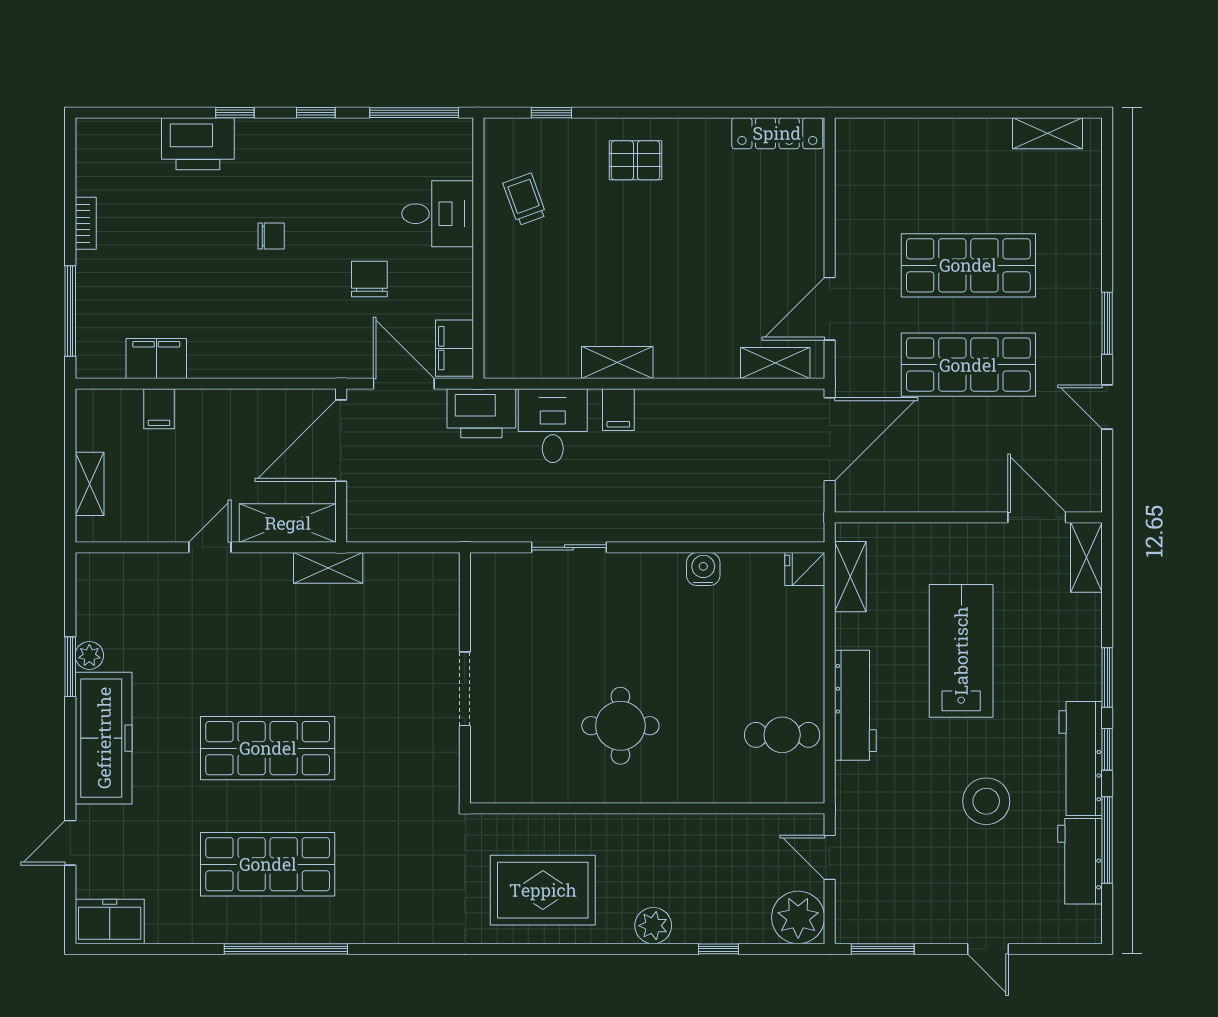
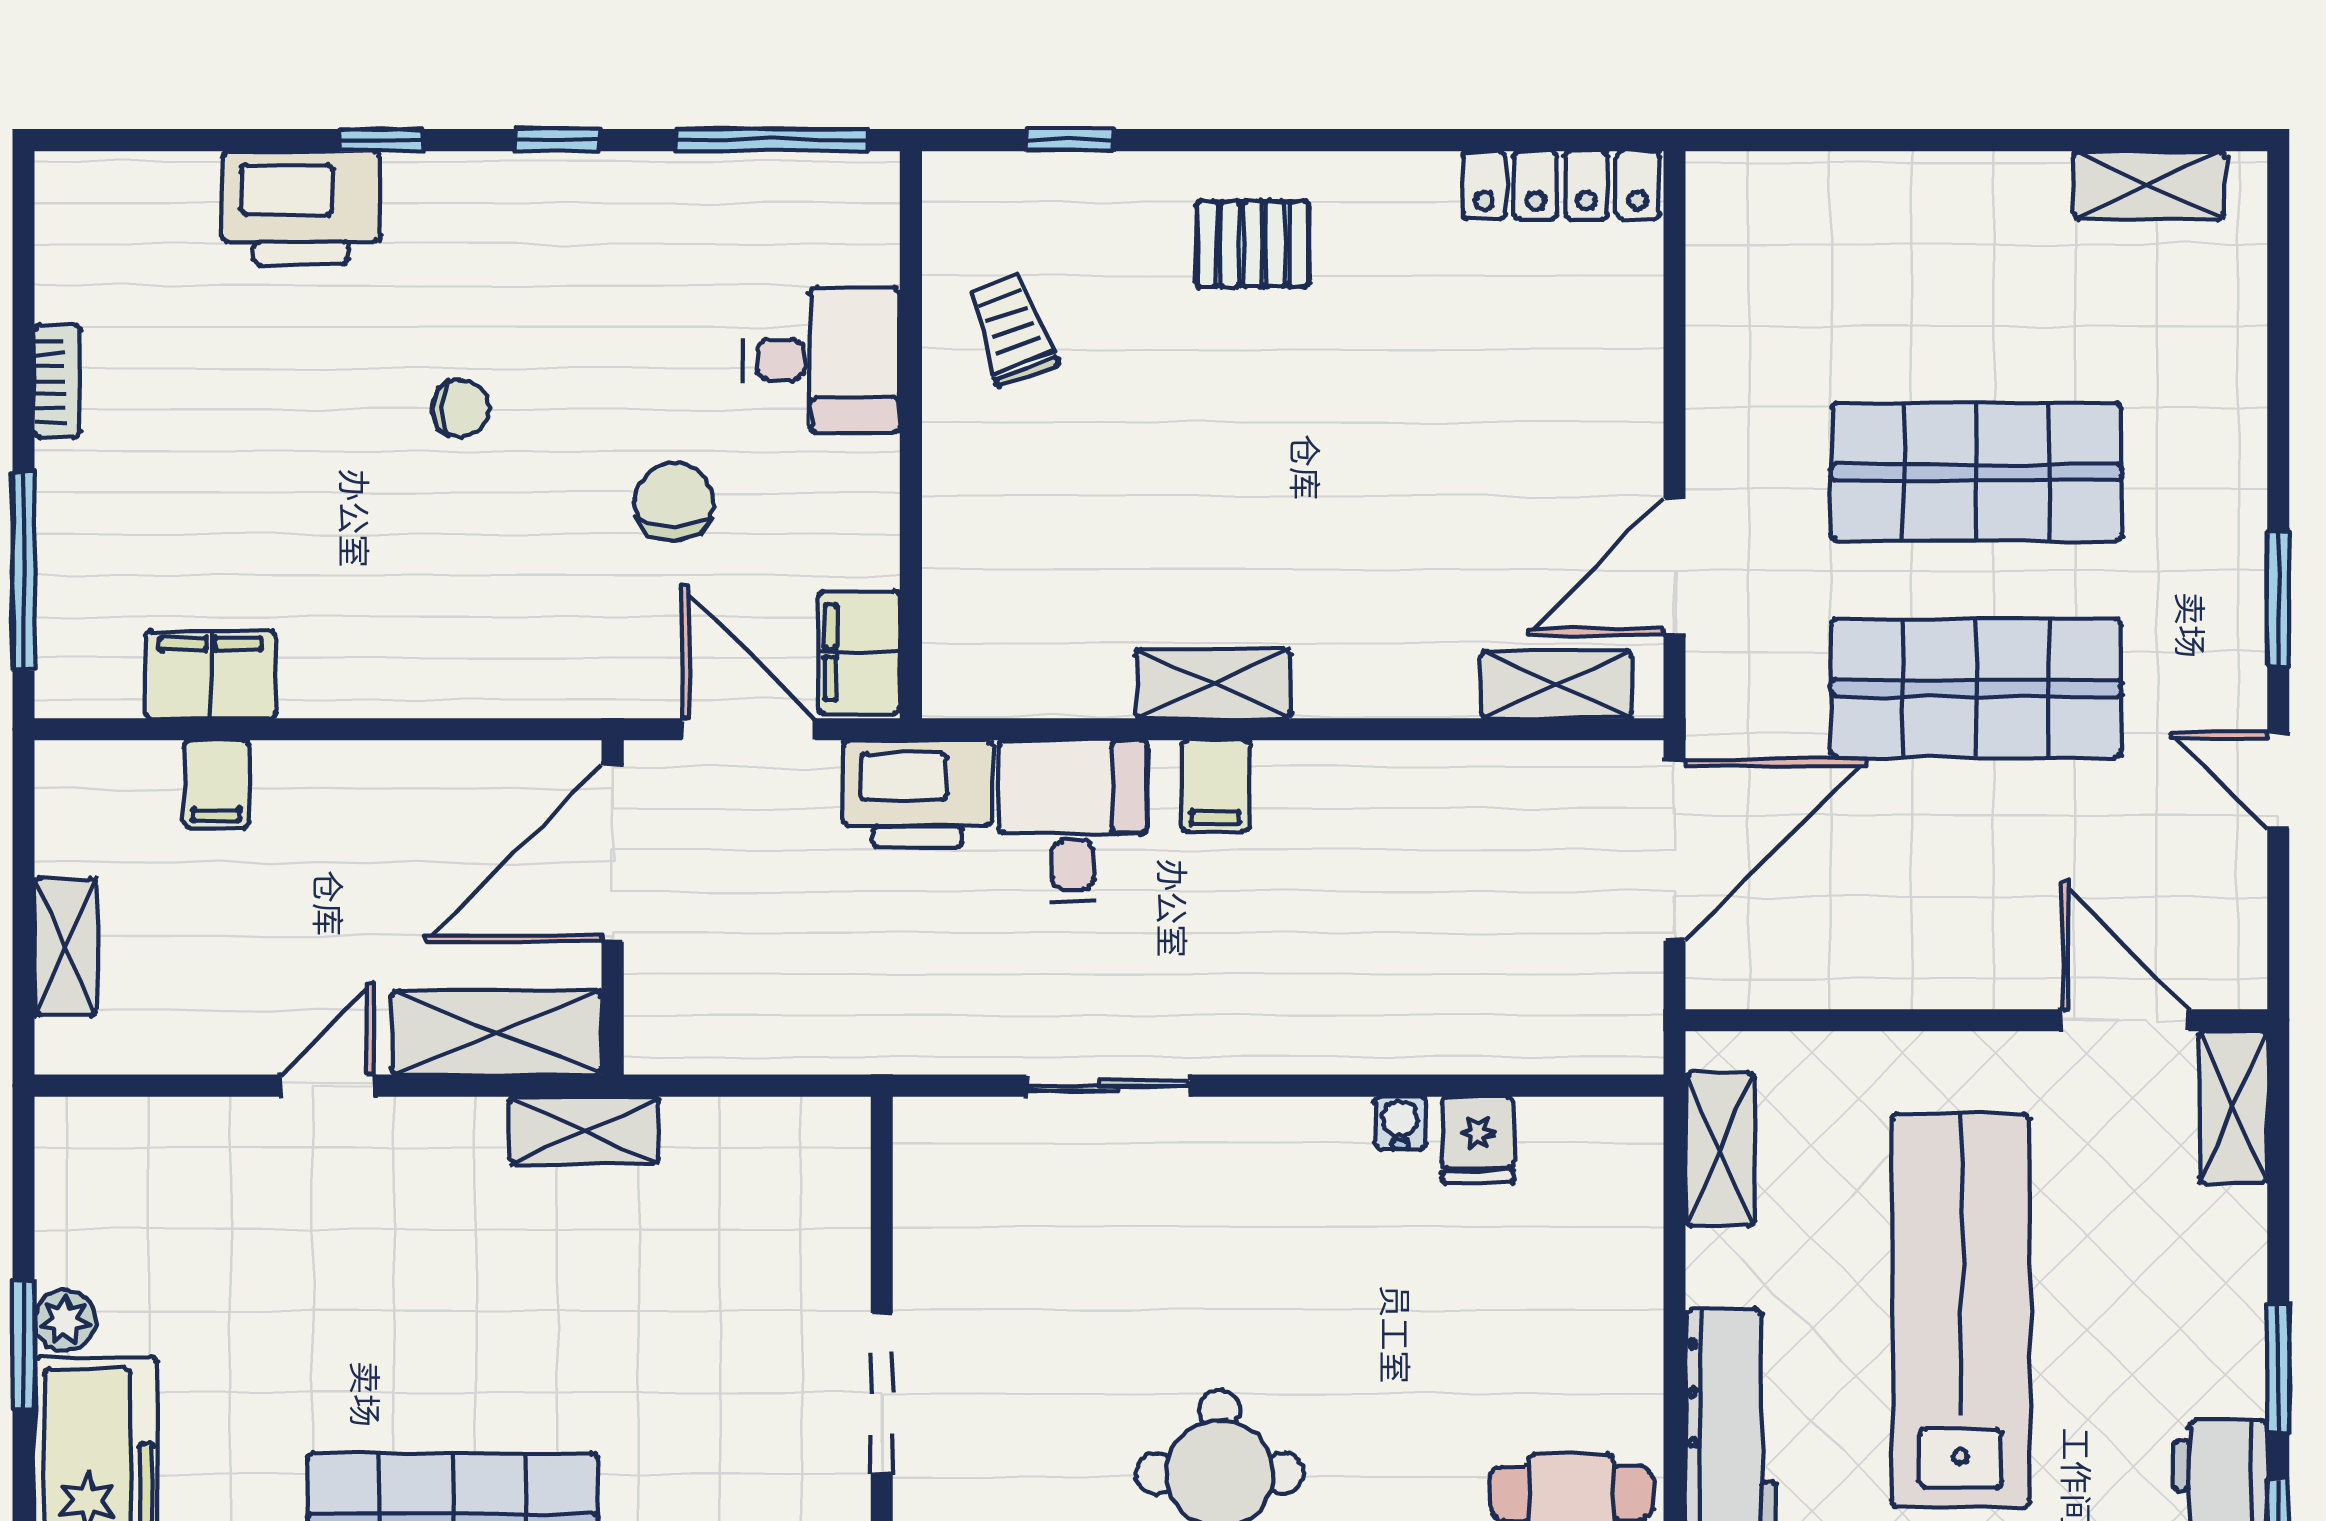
water cooler: (703, 569) -> (1400, 1123), width x0.72, depth x0.72
fridge: (805, 569) -> (1478, 1140), moved, turned -90
lab bench: (961, 651) -> (1961, 1311), width x1.36

